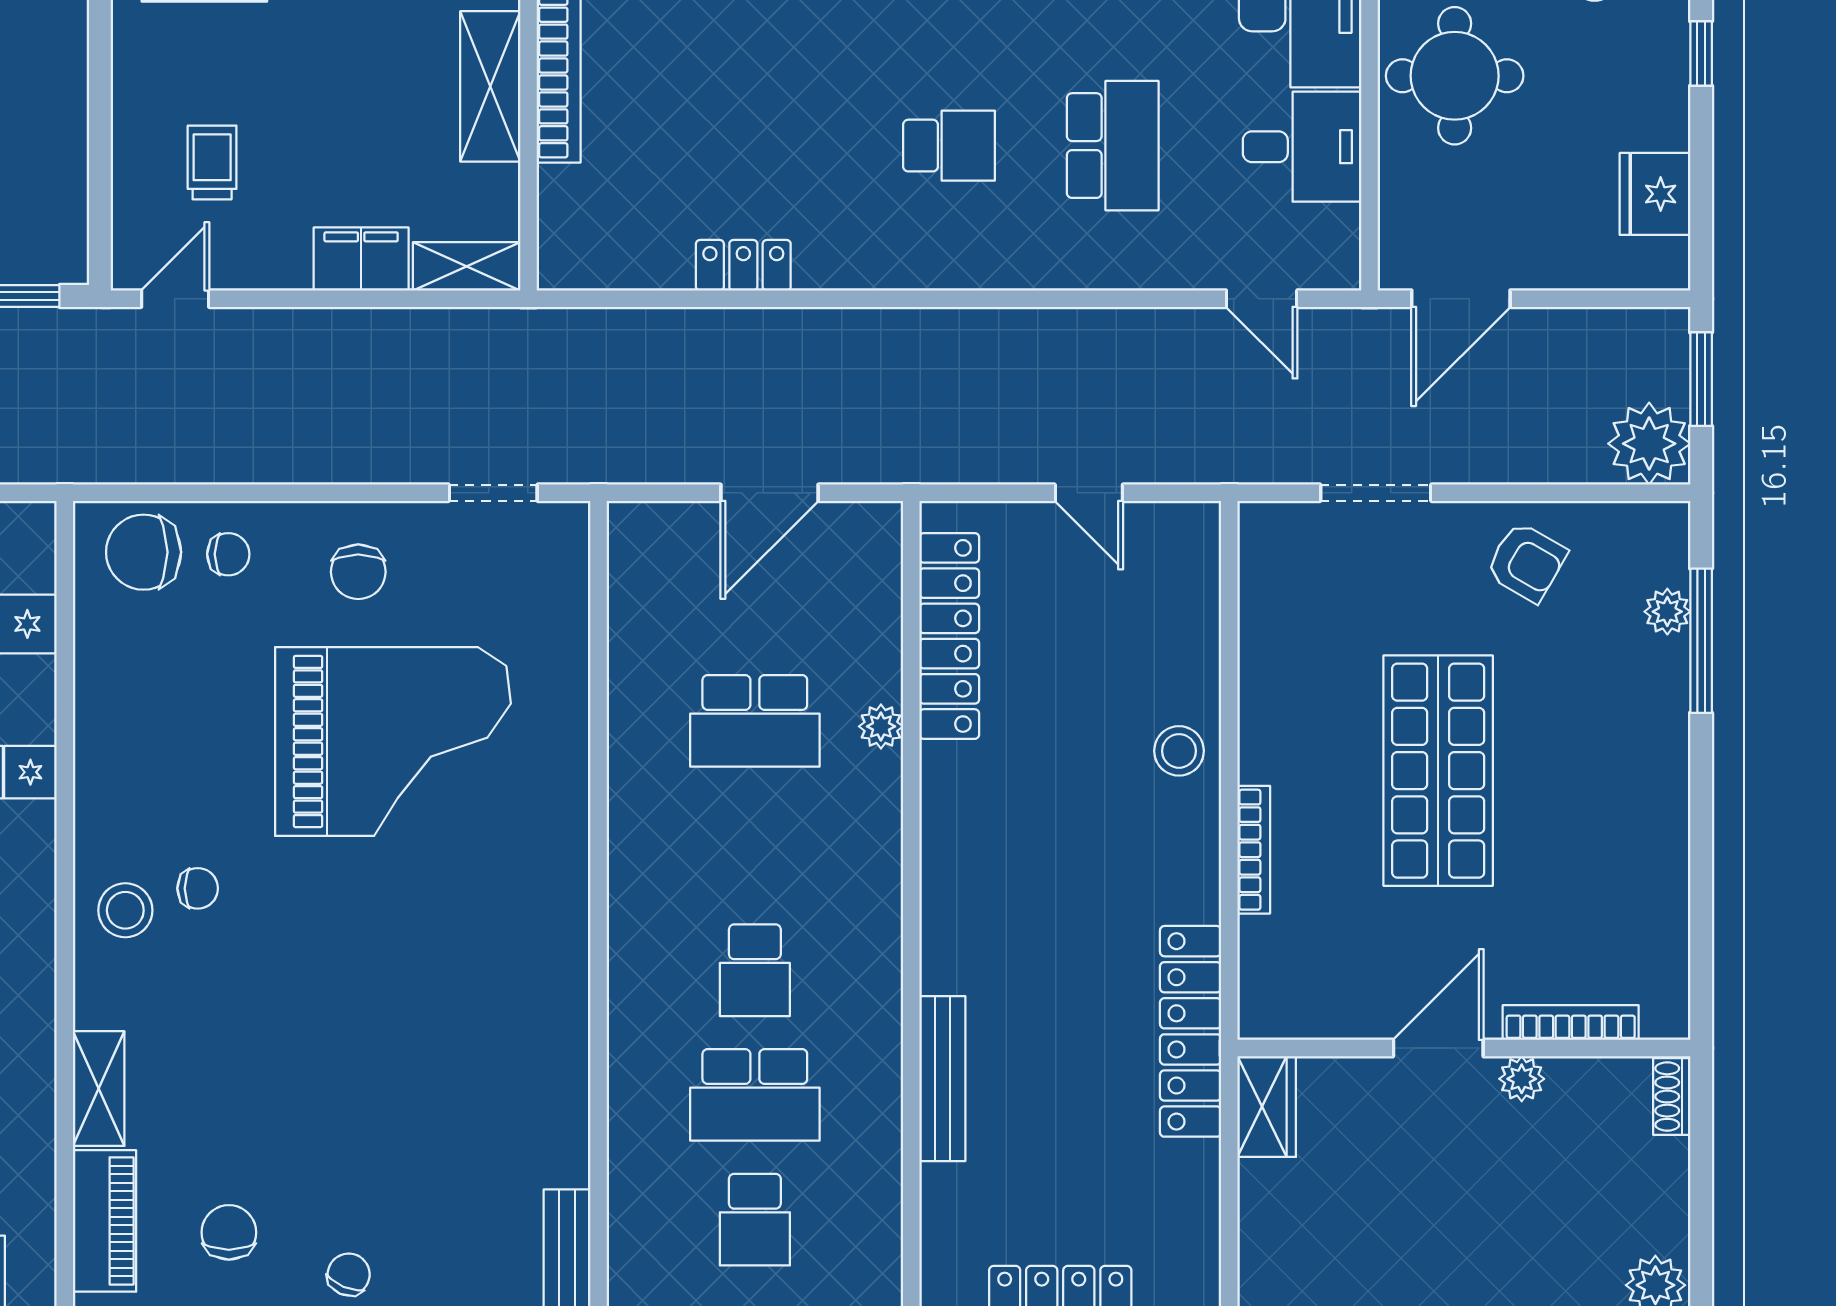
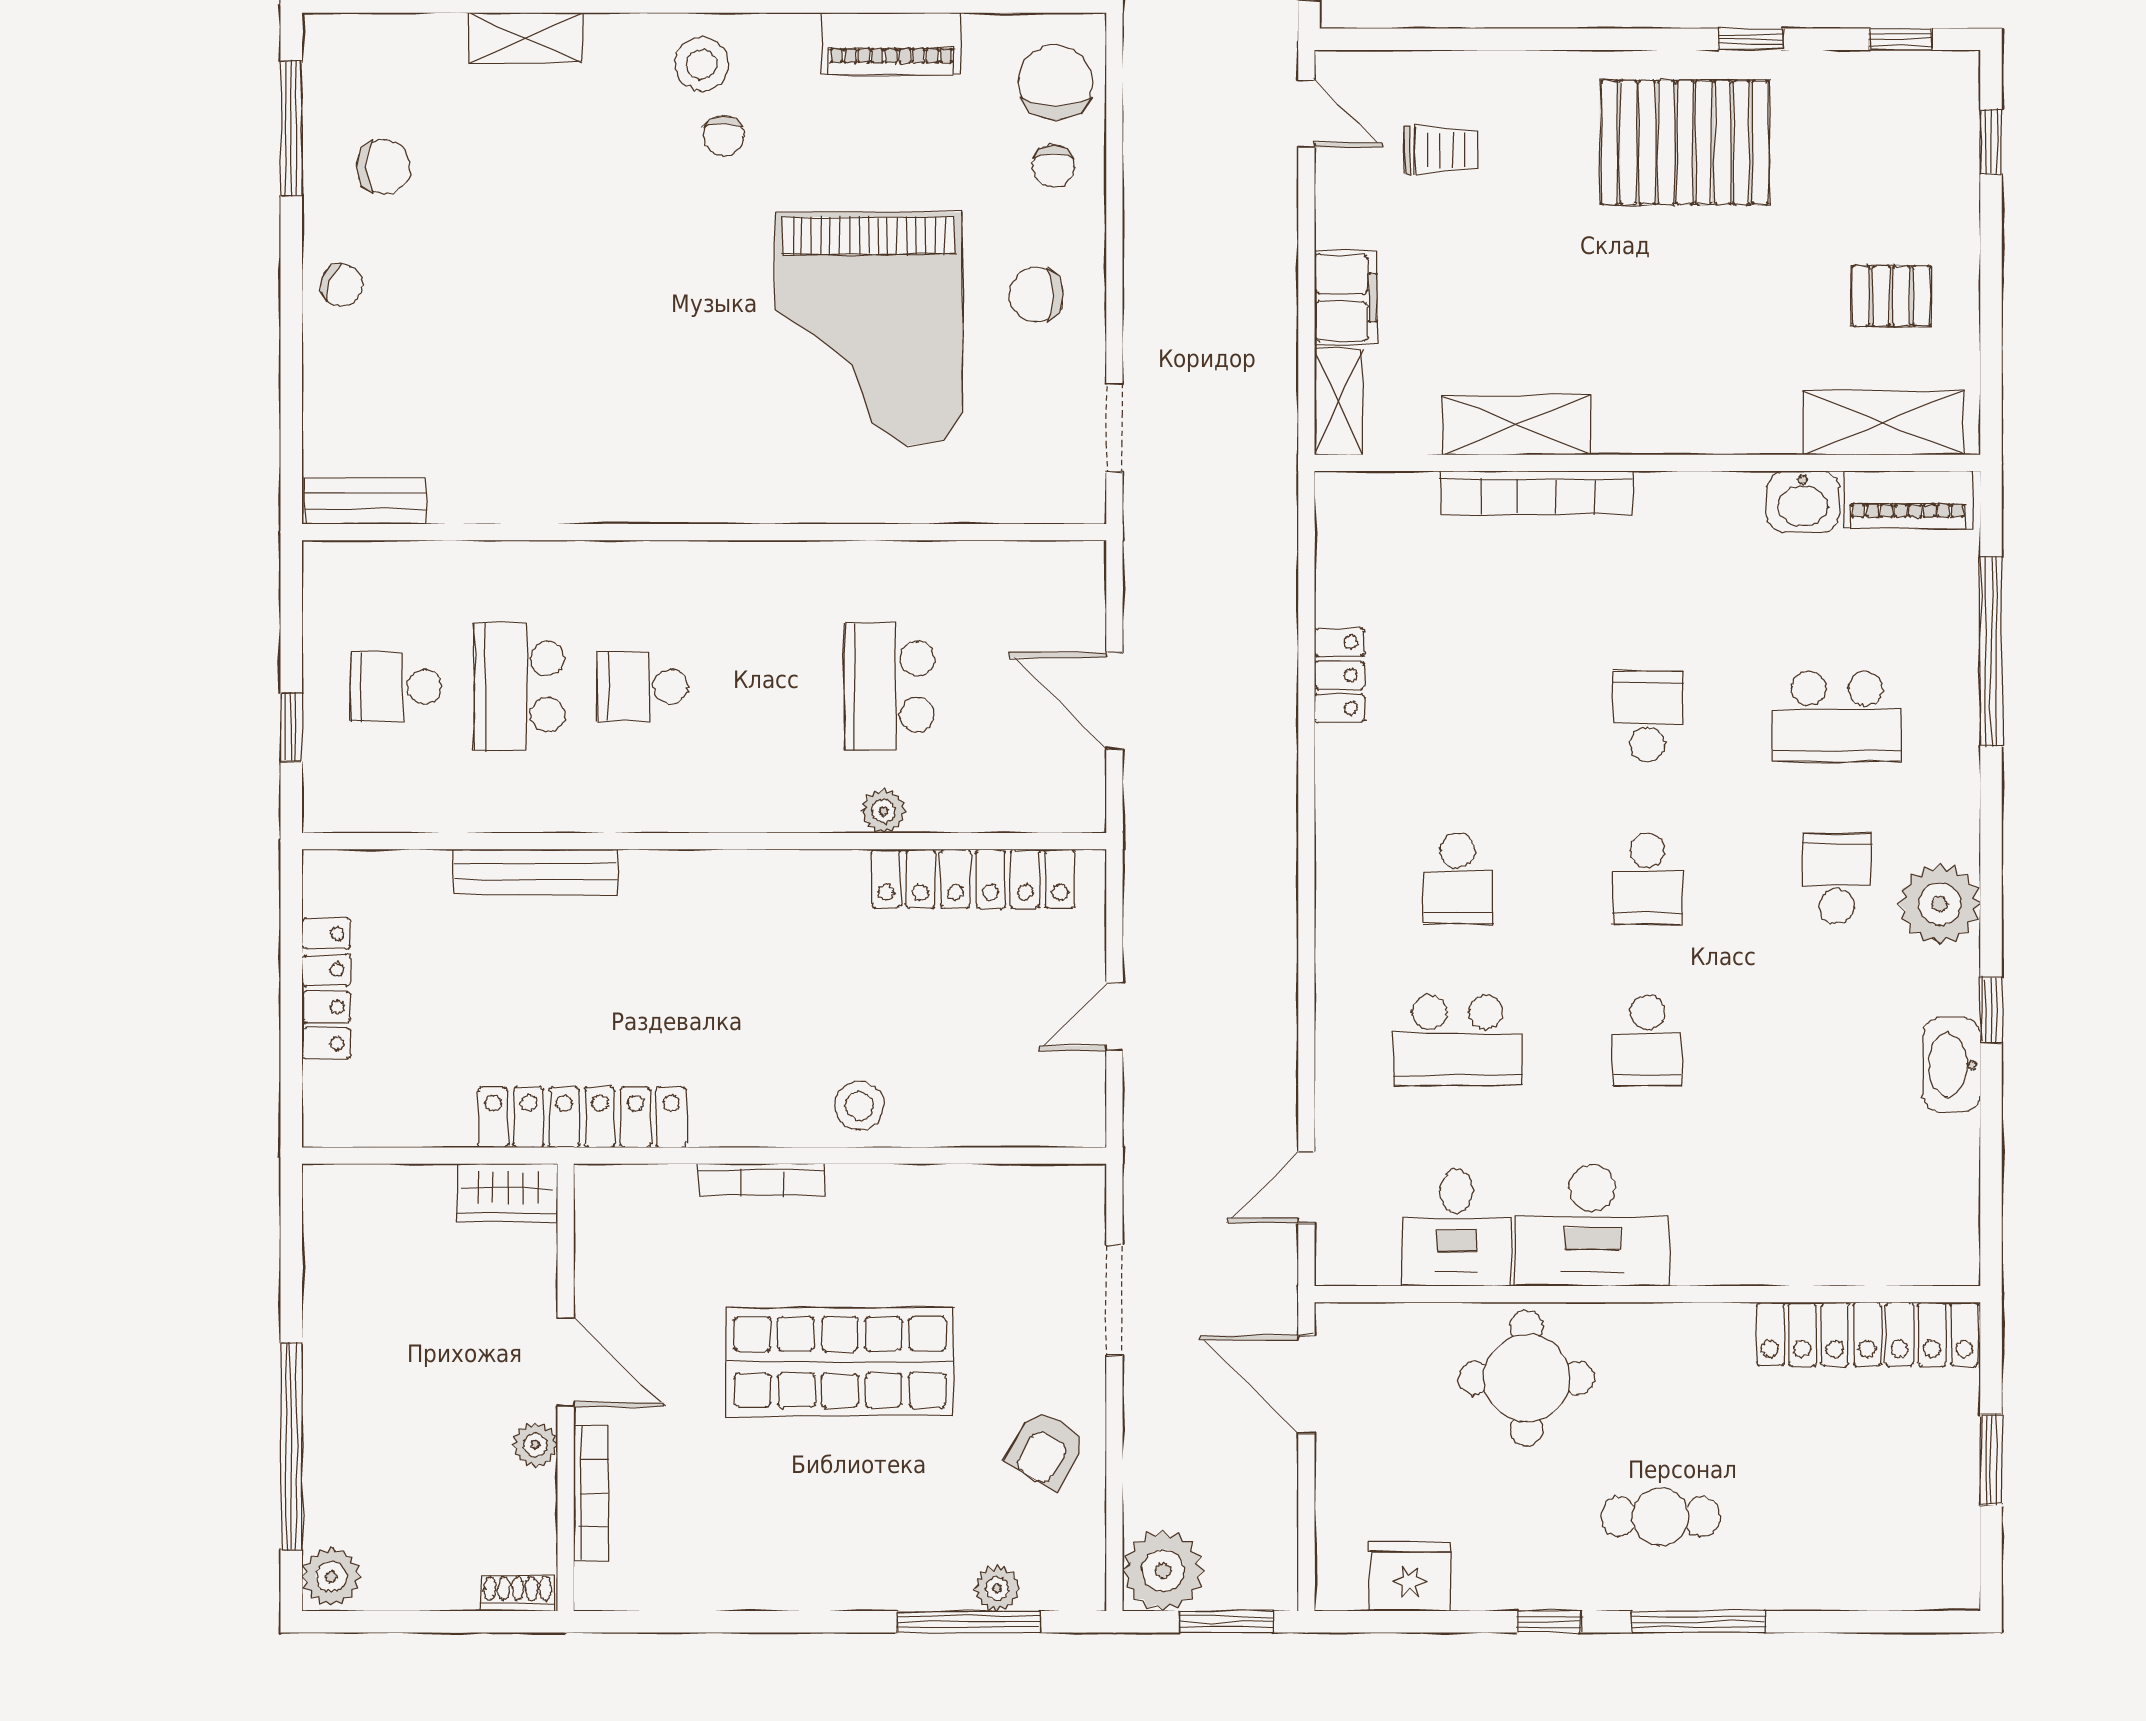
piano: (105, 1221) -> (891, 44), moved

